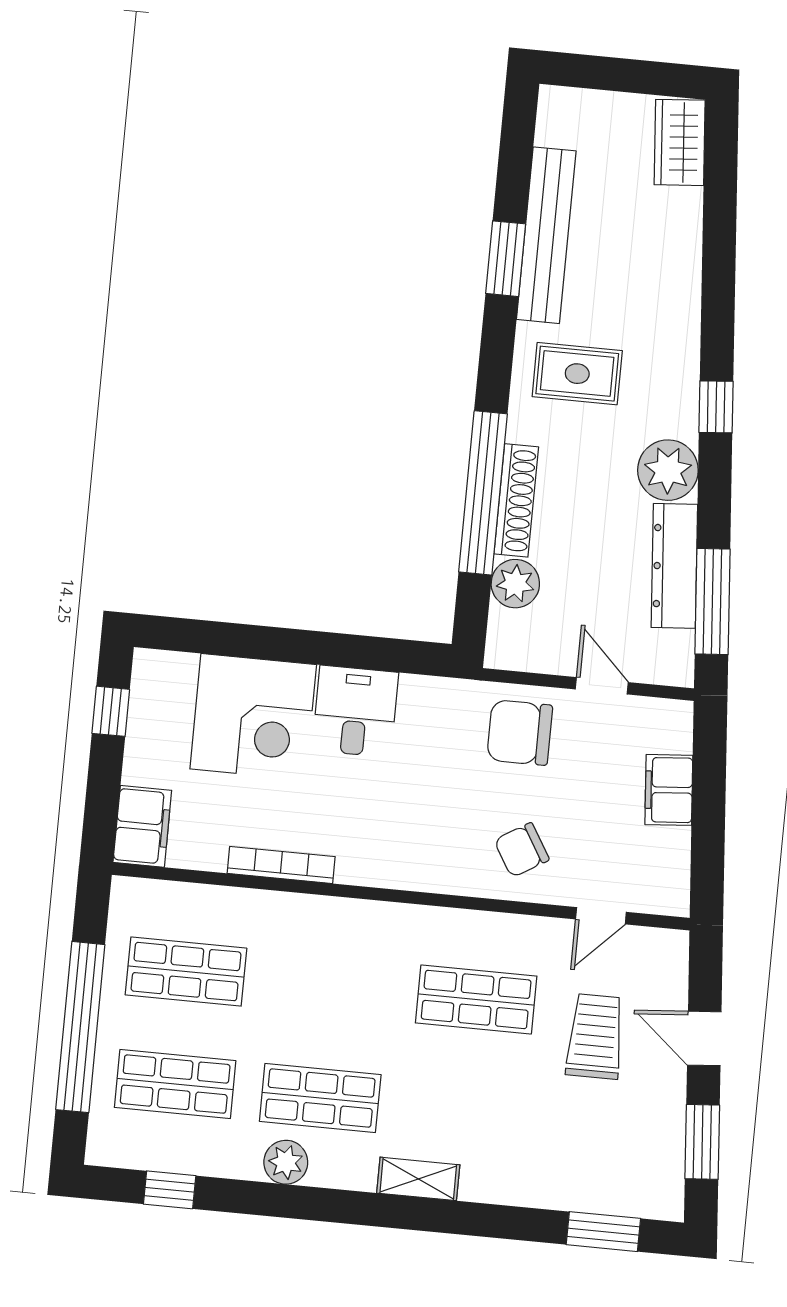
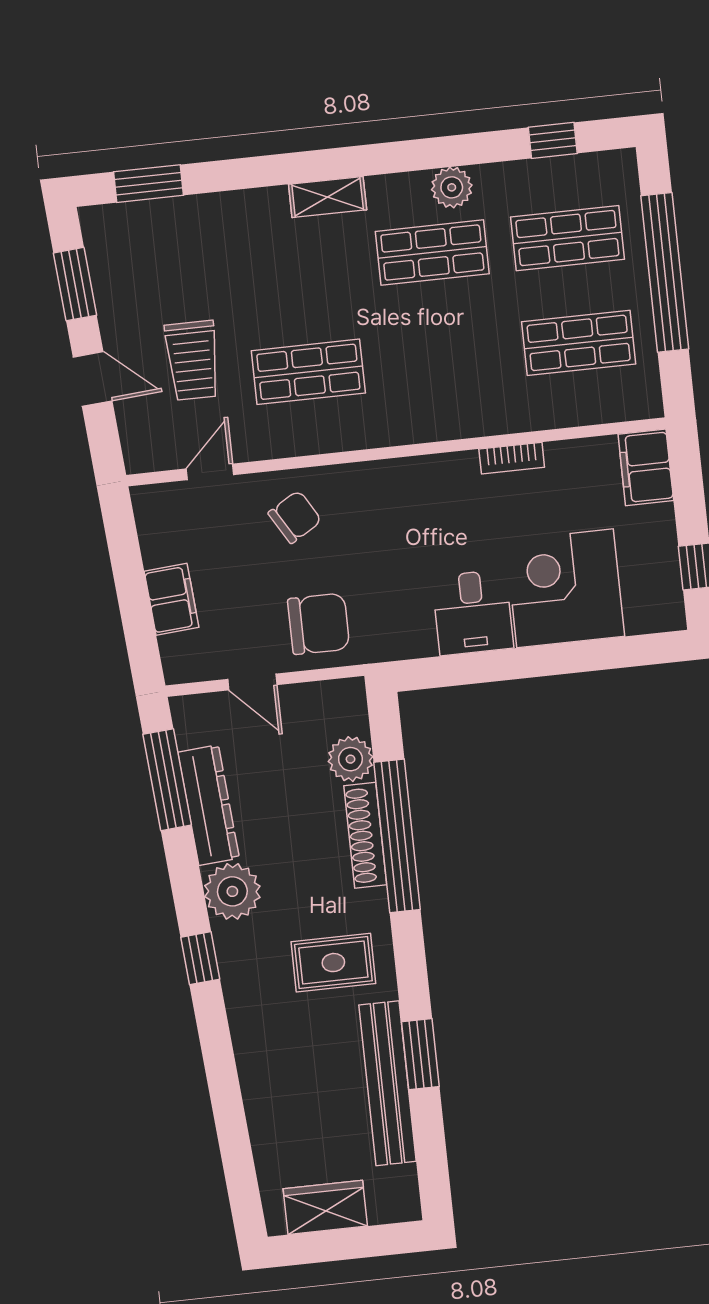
wardrobe: (680, 142) -> (325, 1207), moved, turned -86
bookcase: (281, 865) -> (512, 458), width x0.64

